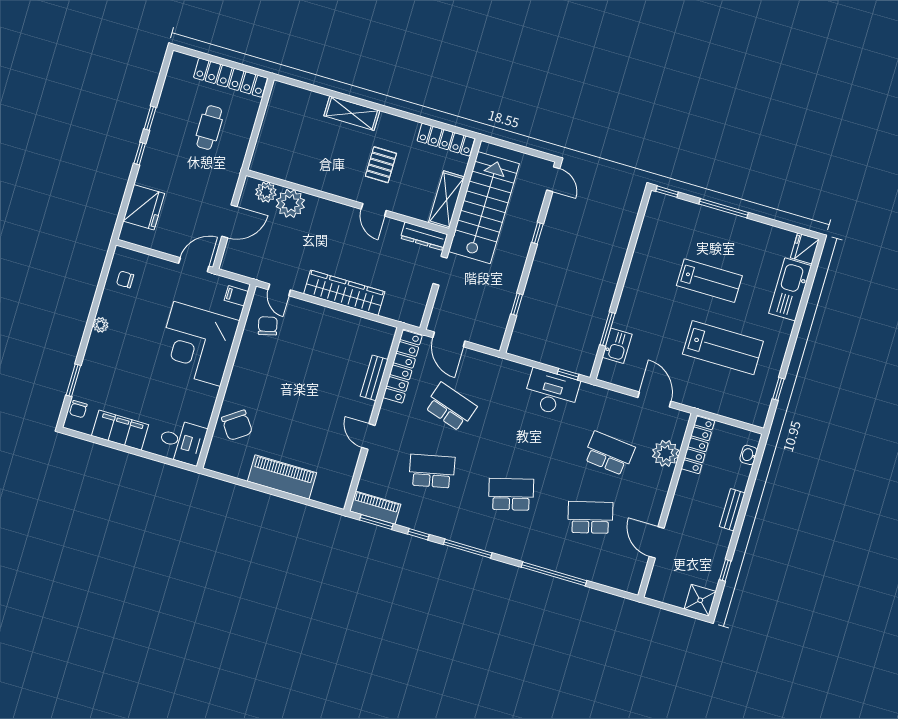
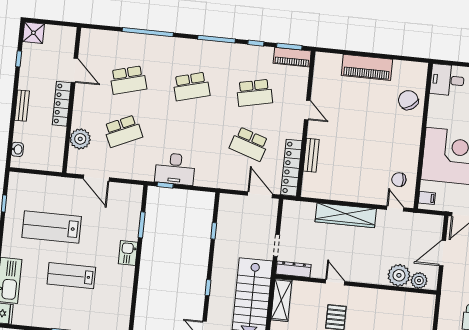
chair: (268, 326) -> (399, 180), turned 104
kitchen sink: (617, 346) -> (128, 253), moved
locker: (698, 445) -> (62, 104), moved
school desk: (609, 453) -> (123, 131), turned -30

